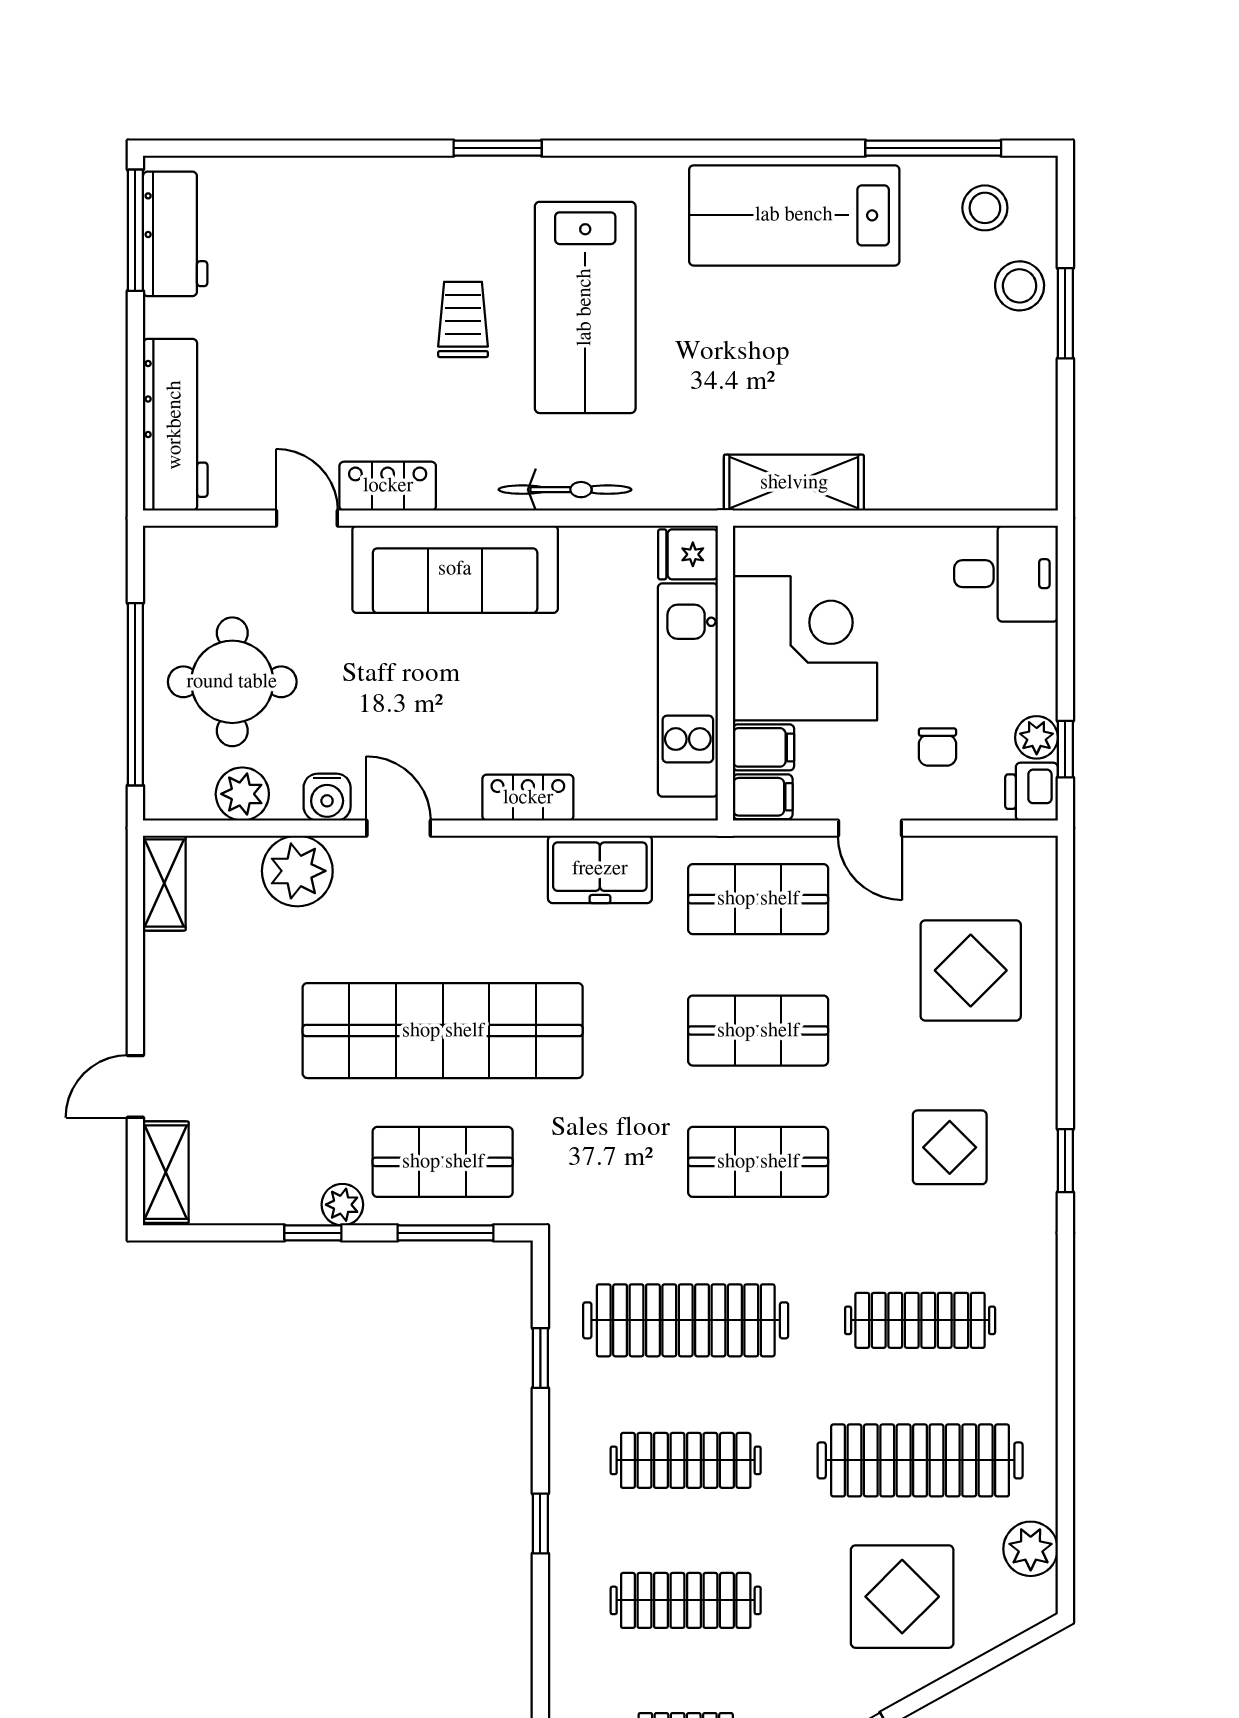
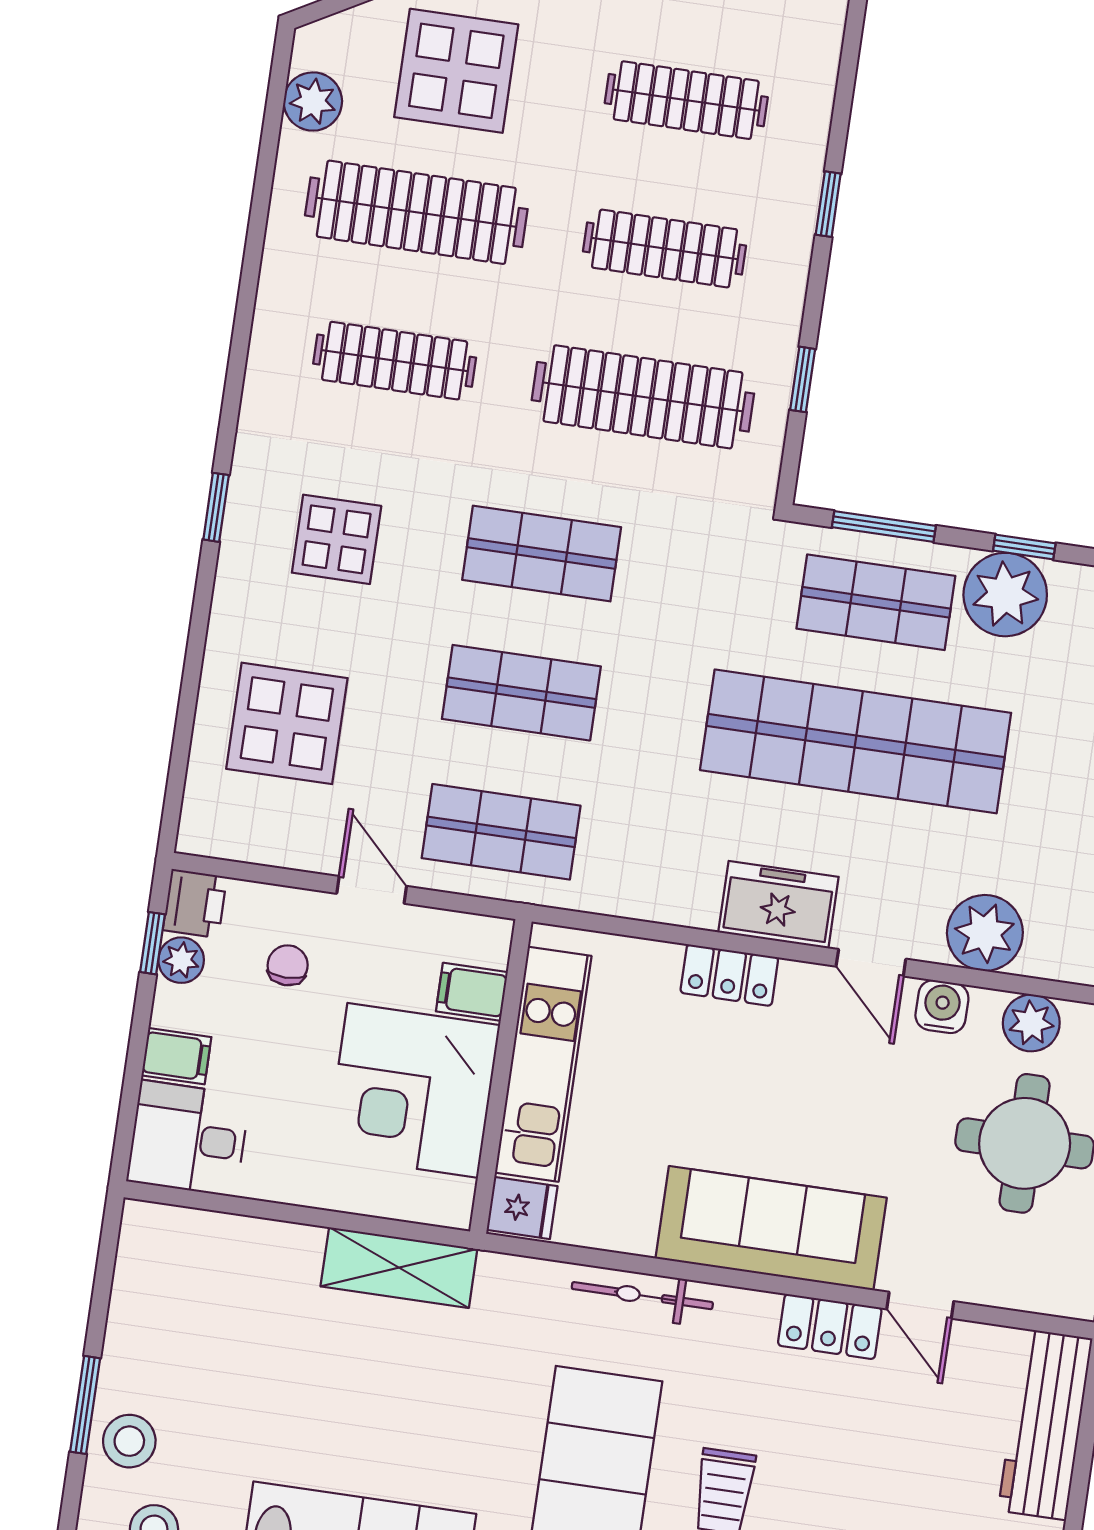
filing cabinet: (763, 797) -> (176, 1056), moved, turned 180
freezer: (600, 869) -> (778, 905), moved
plant: (342, 1205) -> (1005, 595), width x1.87, depth x1.87

